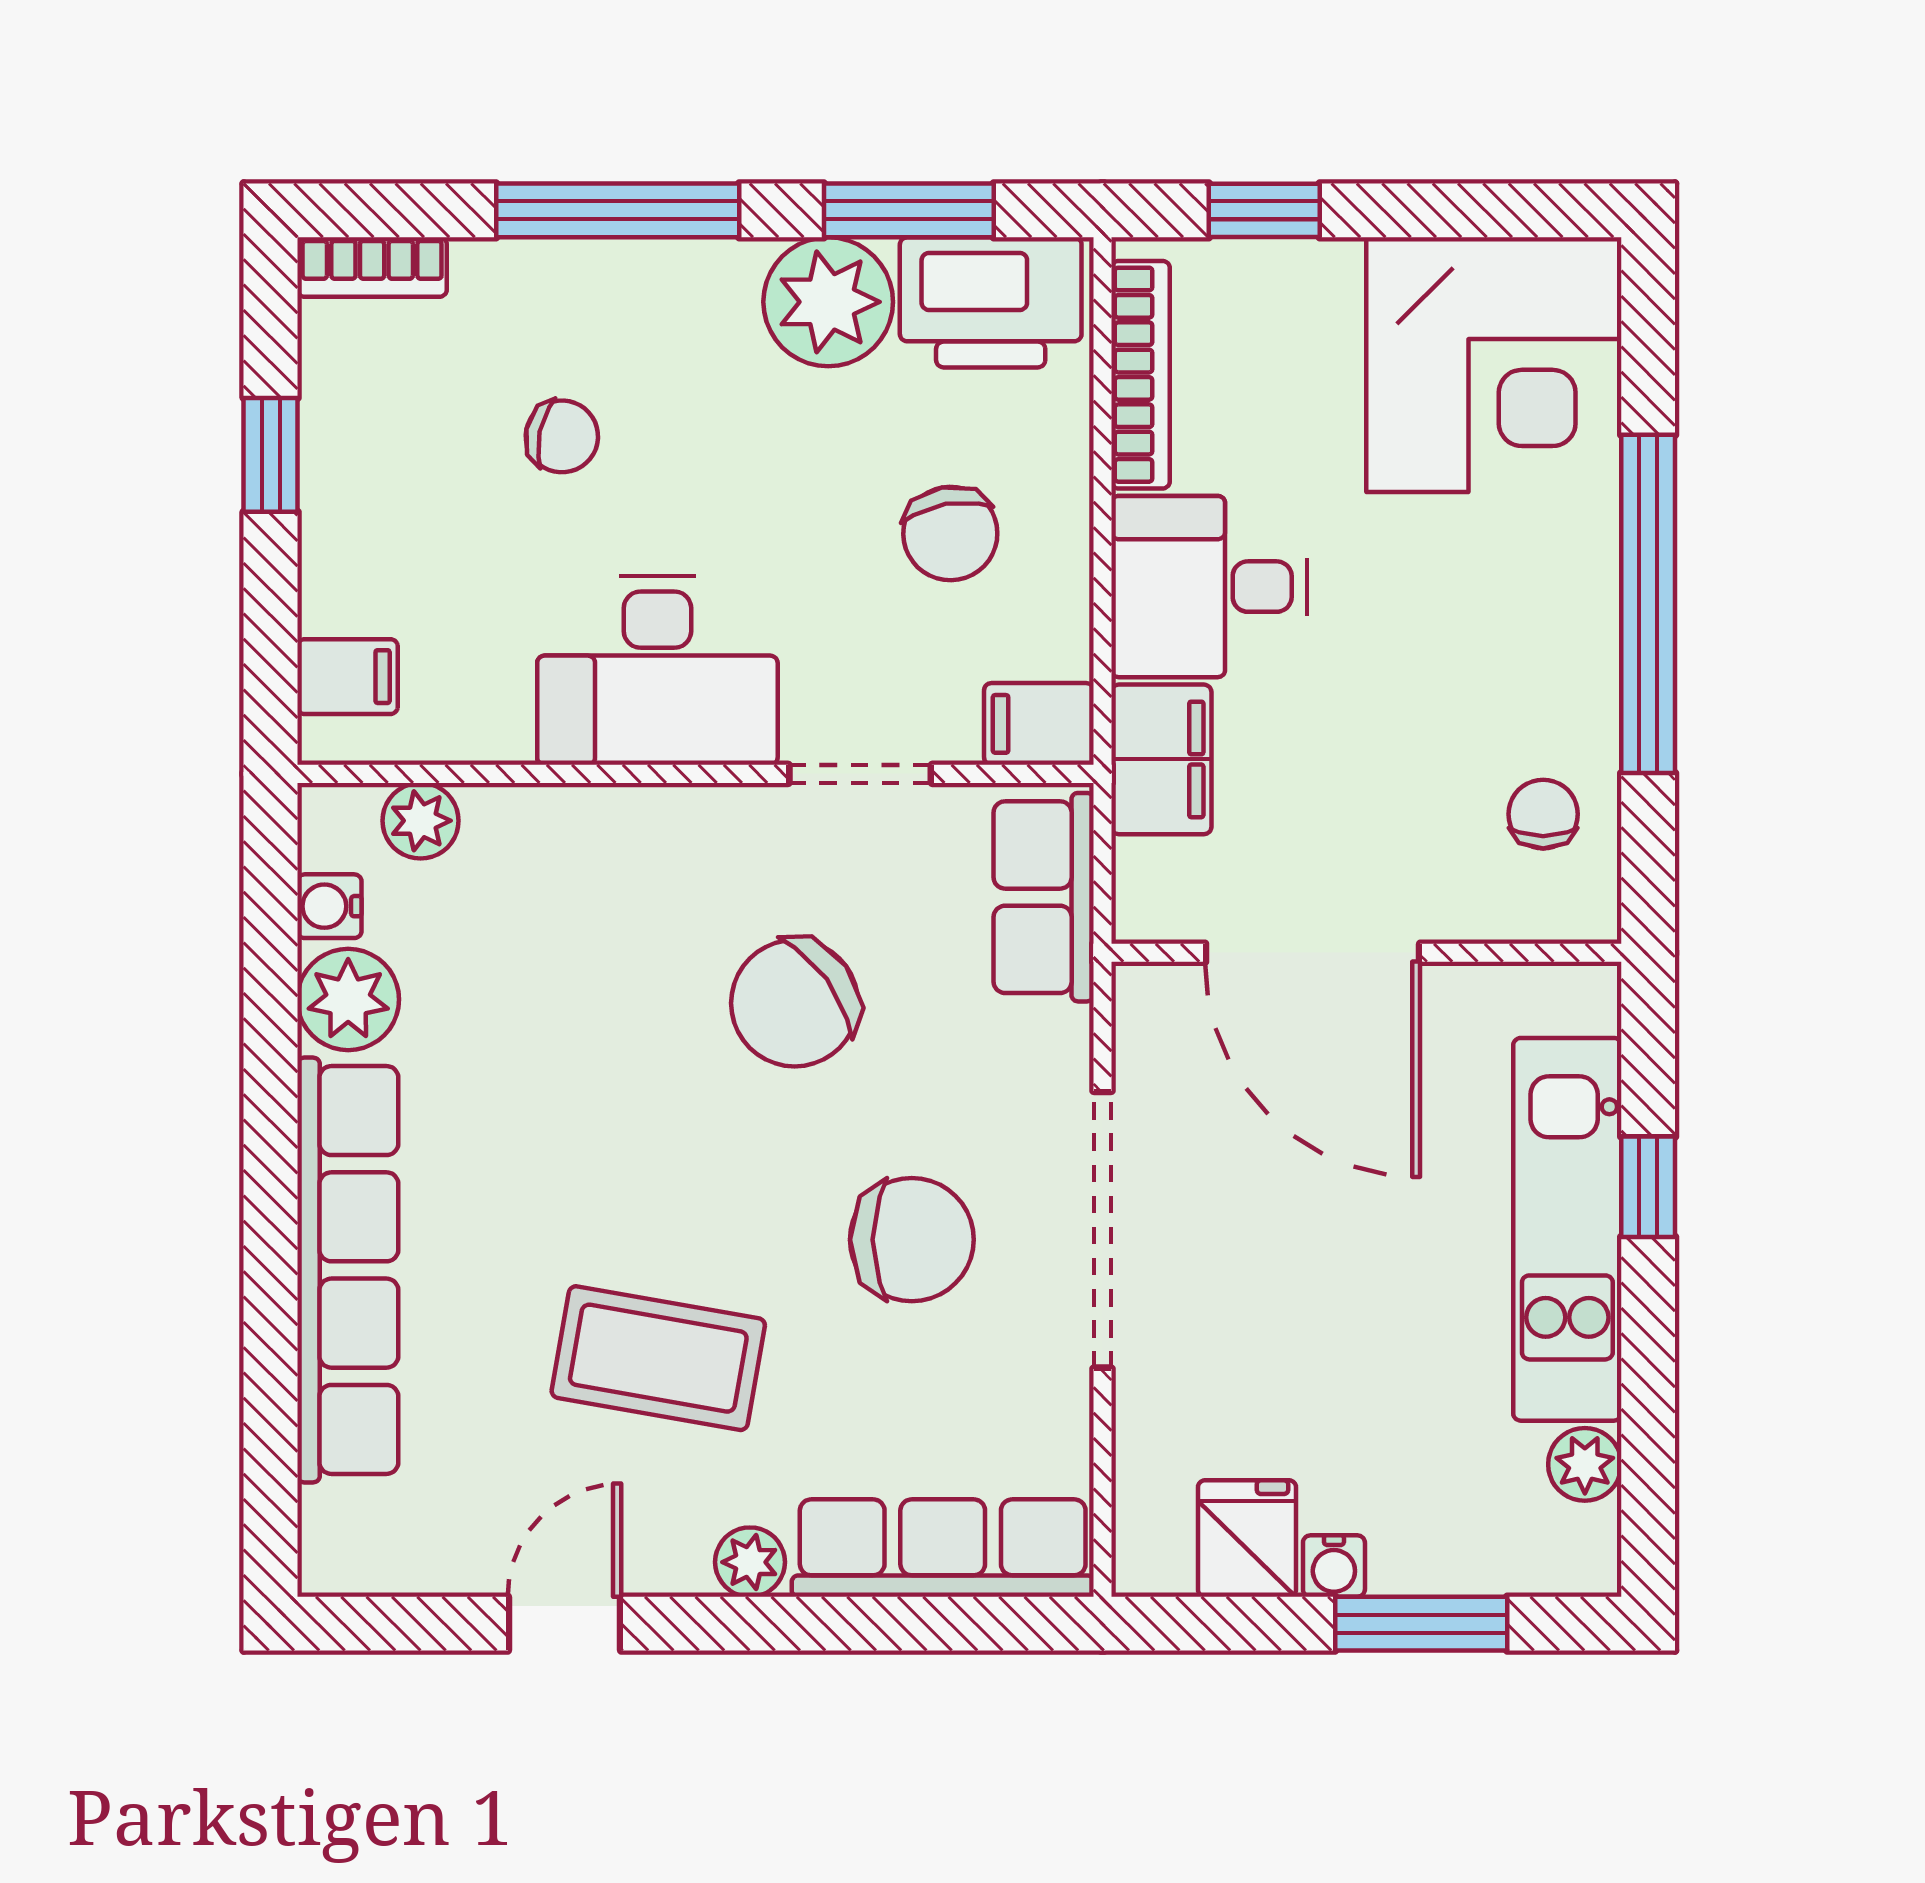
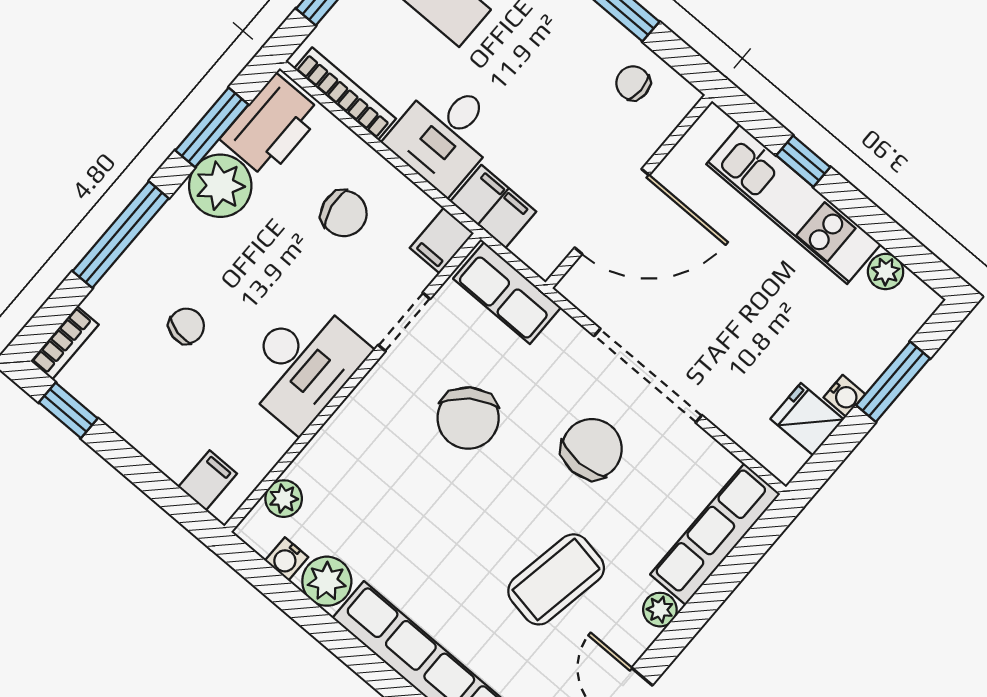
window: (271, 455) -> (68, 410), moved

